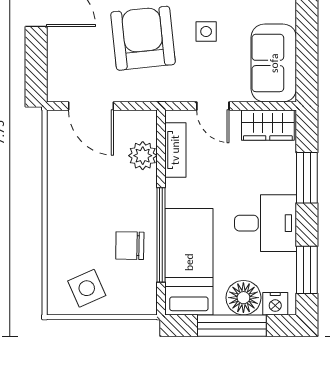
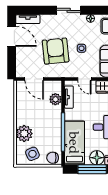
plant: (67, 239) -> (24, 134), added
chair: (130, 246) -> (53, 158), moved

